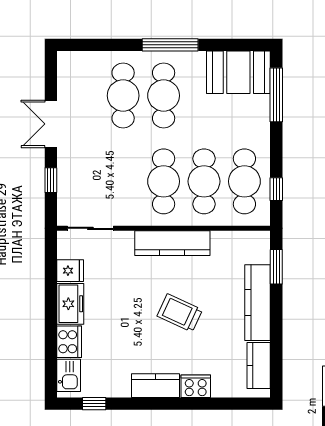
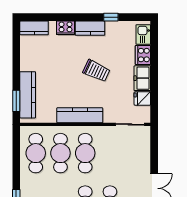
window: (51, 180) -> (154, 154), removed
window: (276, 189) -> (16, 148), removed
kitchen counter: (258, 303) -> (28, 95), moved
trolley: (180, 313) -> (96, 71), moved
kitchen counter: (259, 365) -> (34, 28), moved, turned 90
window: (94, 404) -> (111, 17), moved

